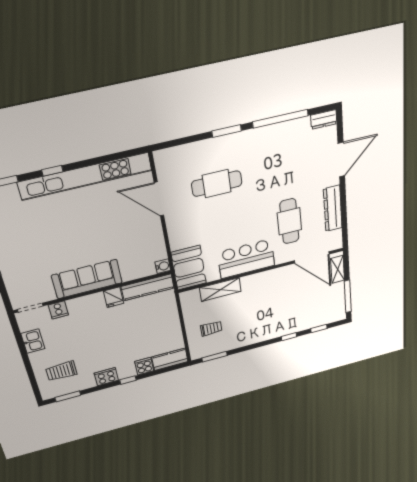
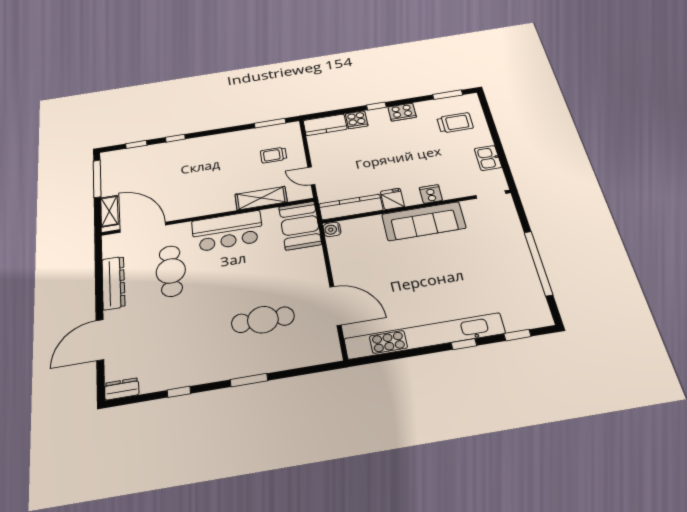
window: (280, 119) -> (179, 392), width x0.32
cooker: (58, 310) -> (431, 194), moved
door: (180, 312) -> (311, 176), added

